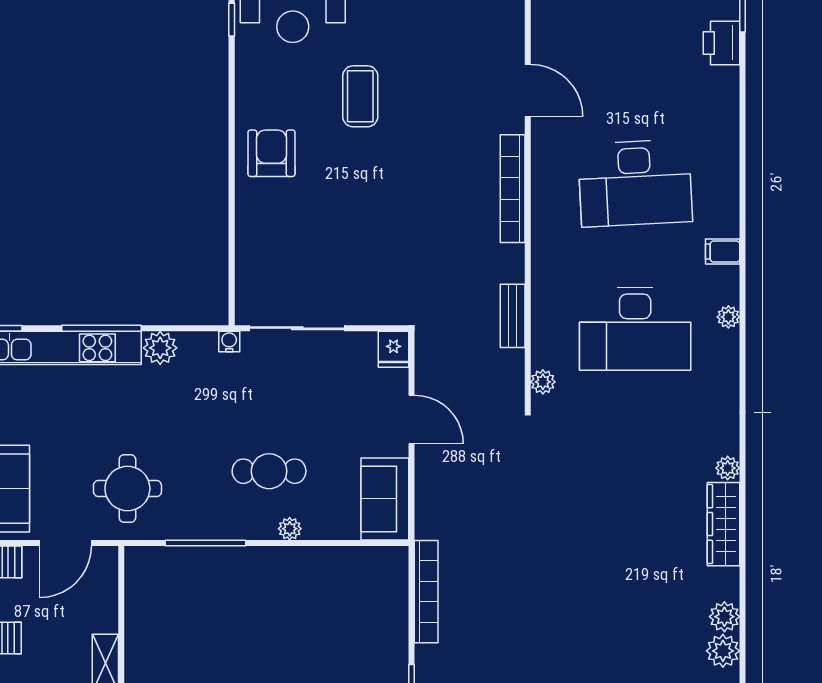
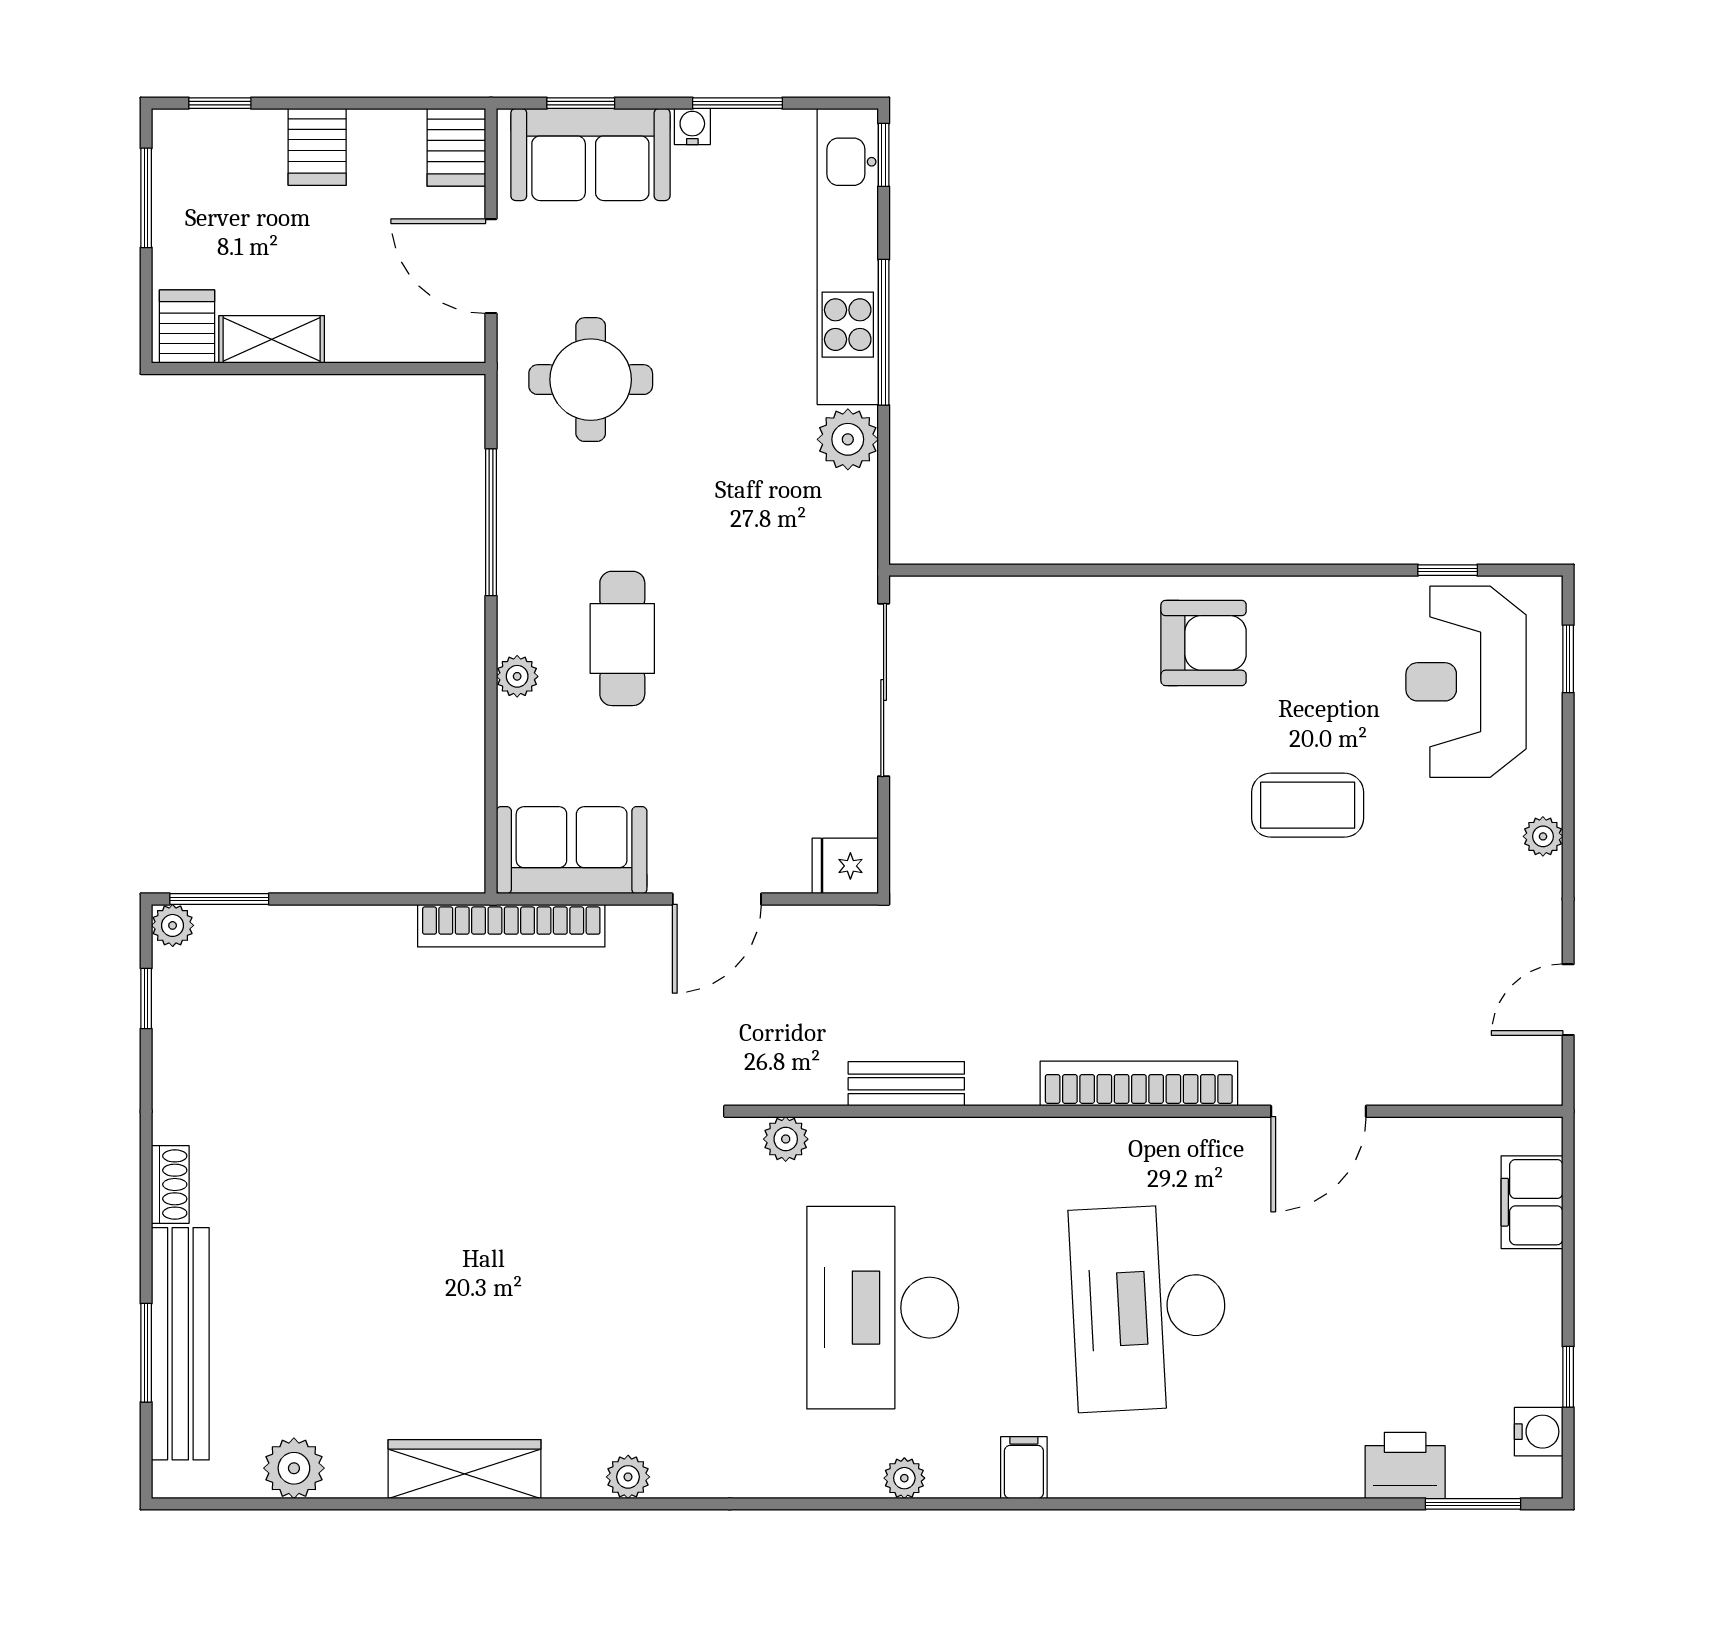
water cooler: (229, 342) -> (859, 566), removed
wardrobe: (723, 524) -> (465, 1469), moved
bookcase: (426, 592) -> (511, 926), moved
plant: (724, 617) -> (356, 1471), removed

